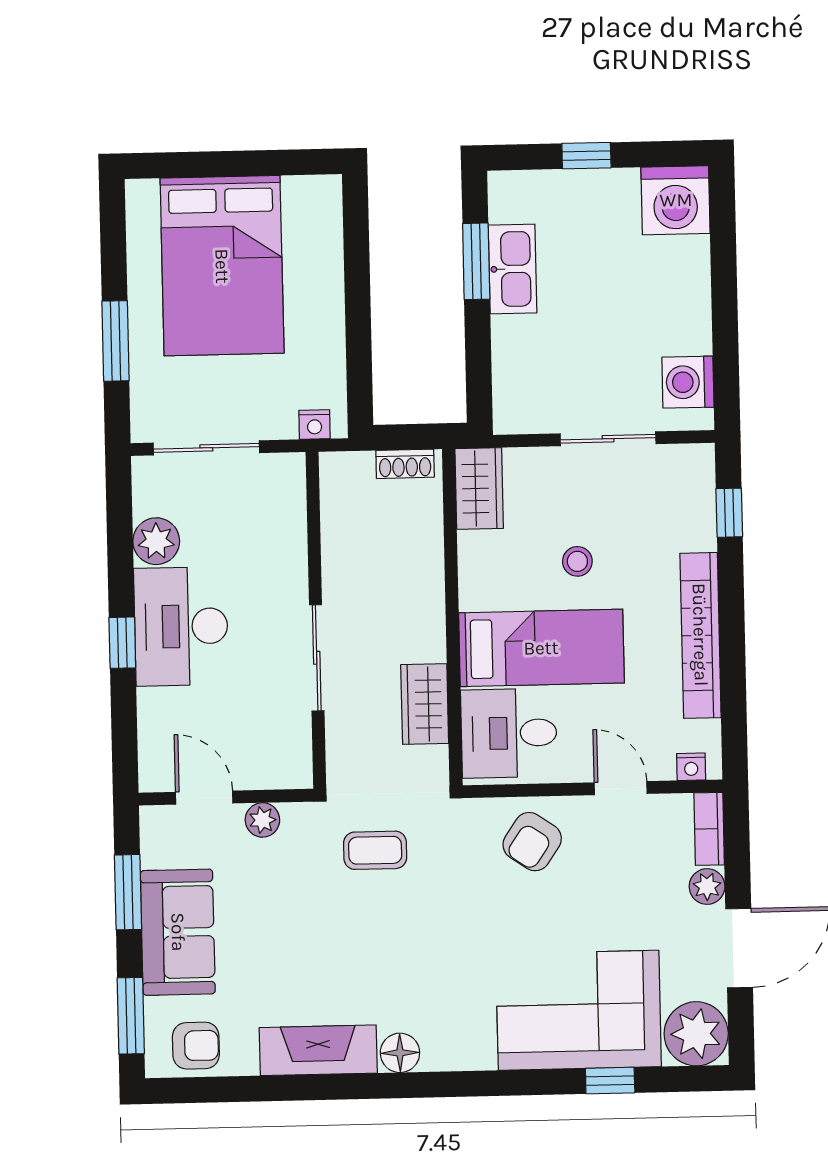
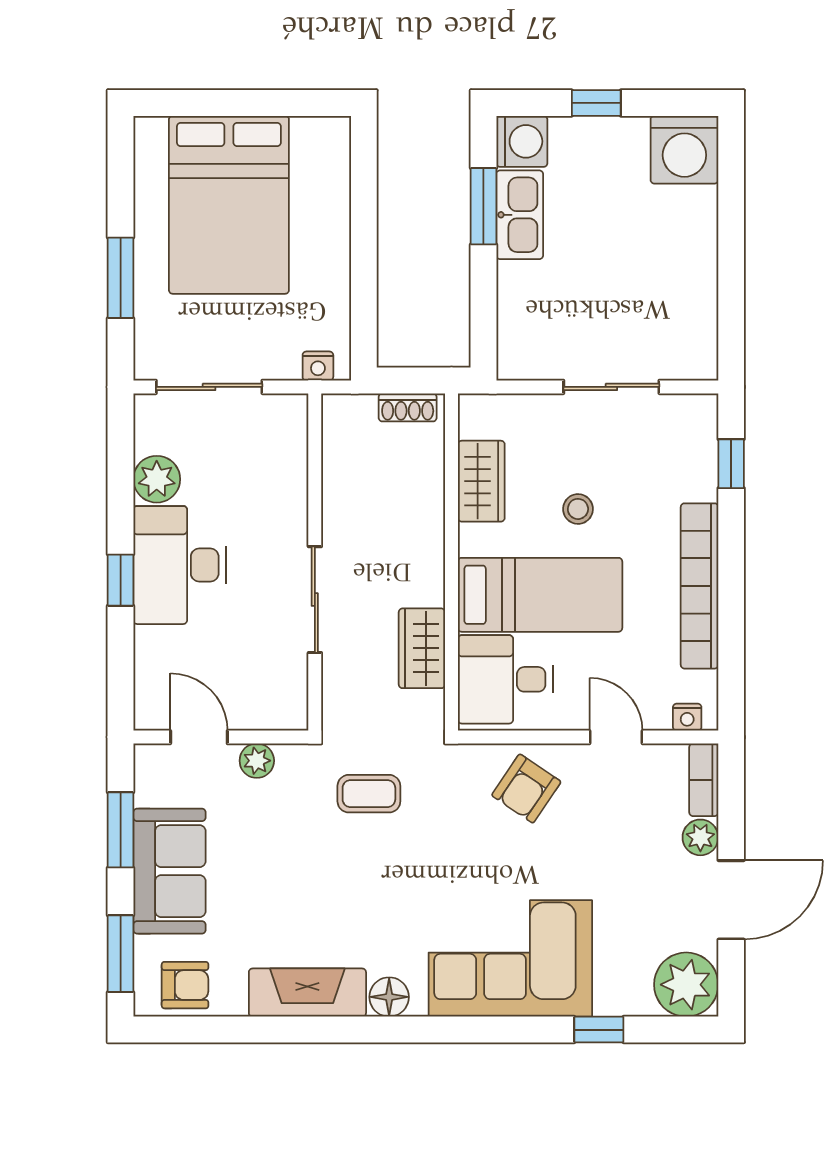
washing machine: (688, 382) -> (522, 141), moved, turned 180
wardrobe: (479, 488) -> (481, 481), moved
corner sofa: (579, 1010) -> (510, 958), moved

